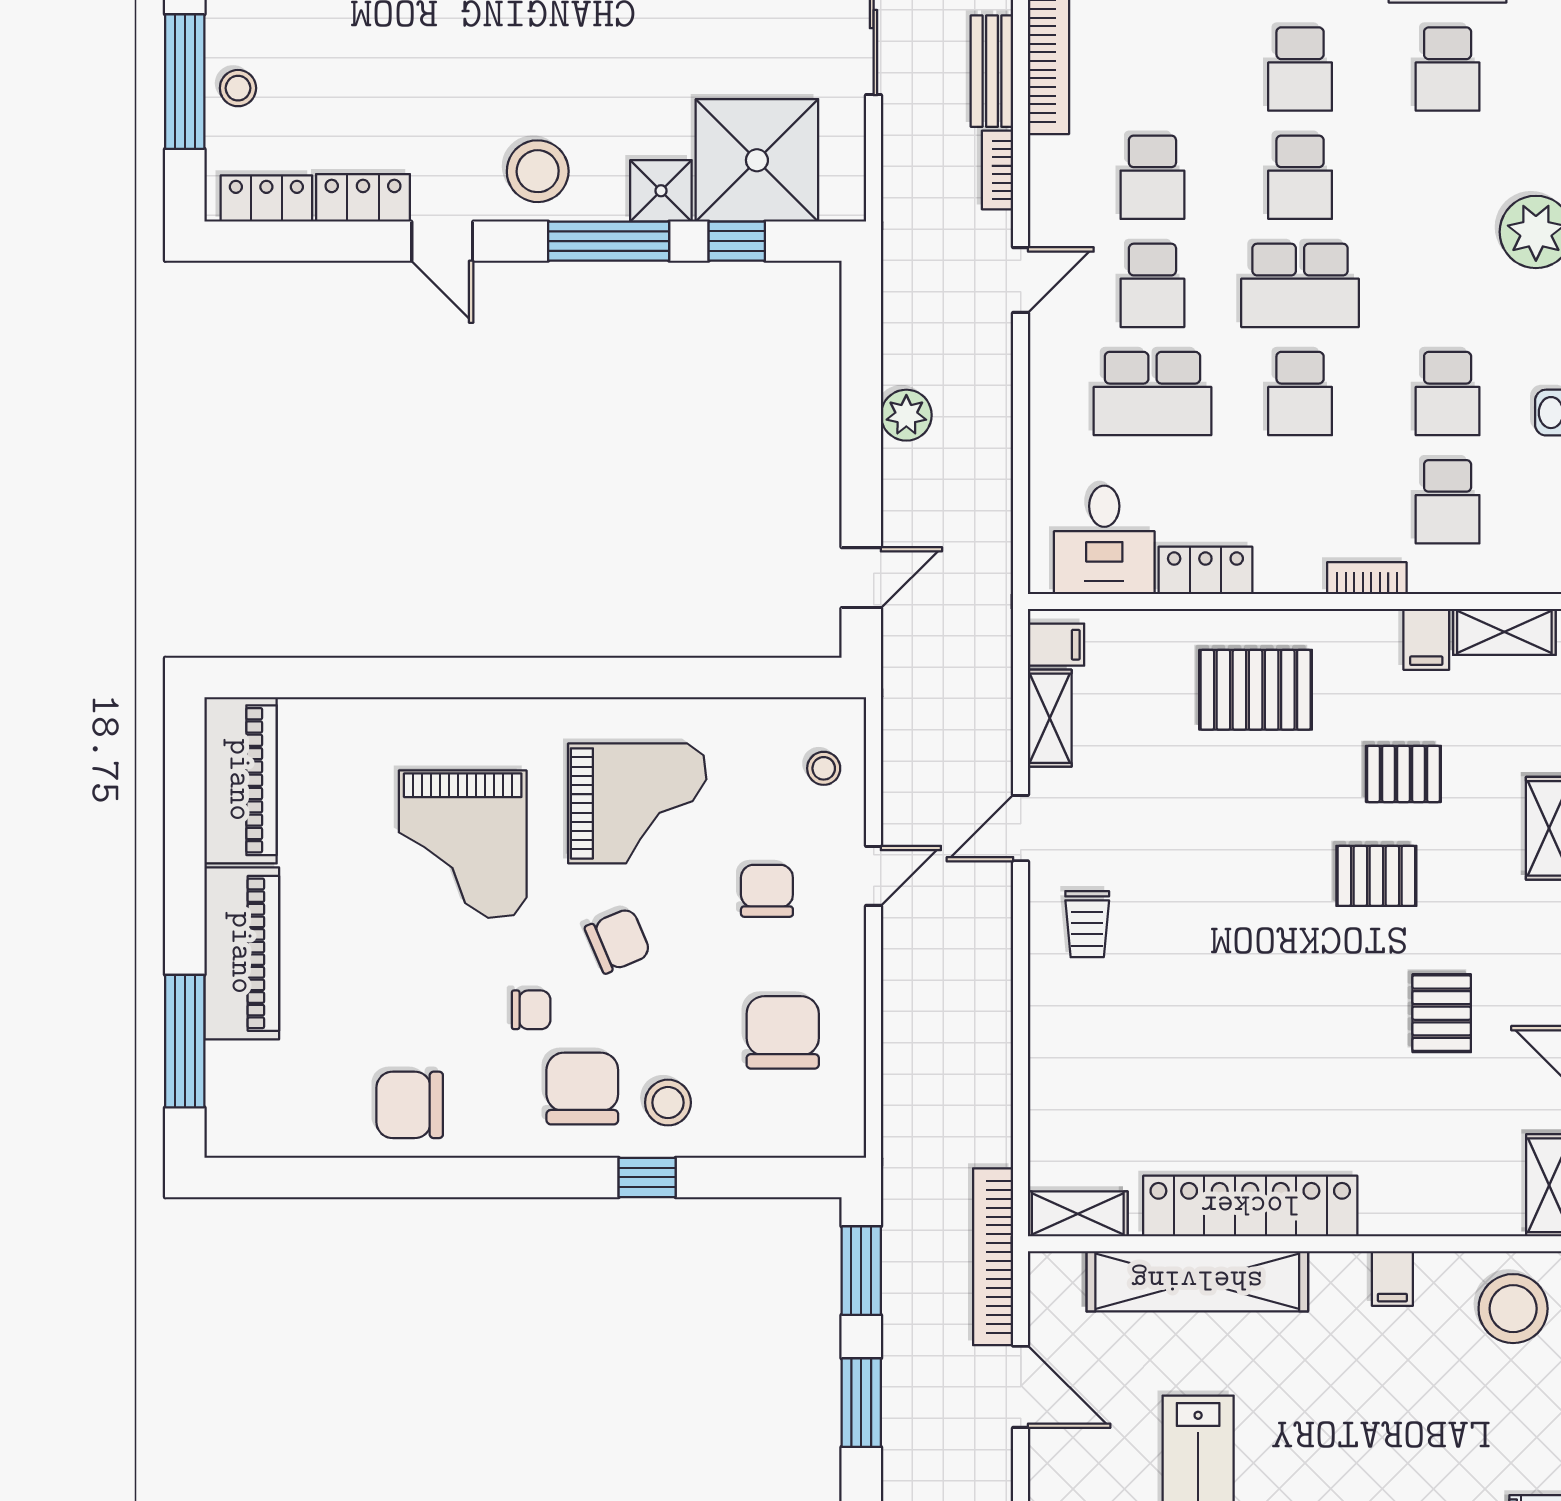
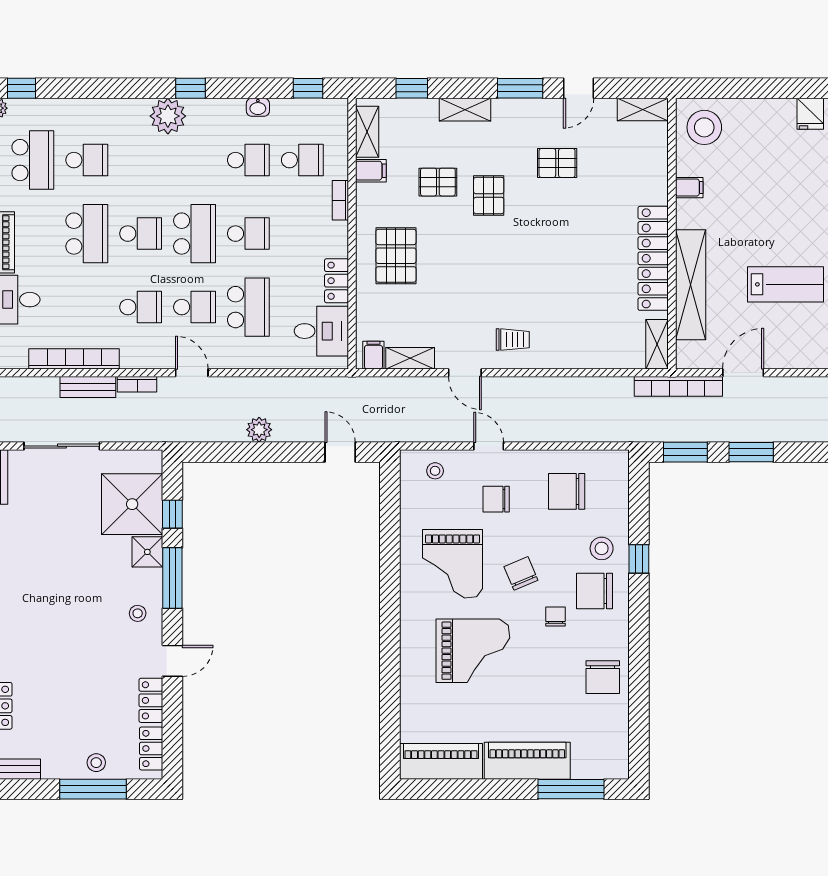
school desk: (1300, 69) -> (87, 234), width x1.85
stool: (538, 171) -> (138, 613), width x0.53, depth x0.53
pallet: (1403, 774) -> (438, 182), turned 90
grand piano: (637, 803) -> (453, 564), turned 180

